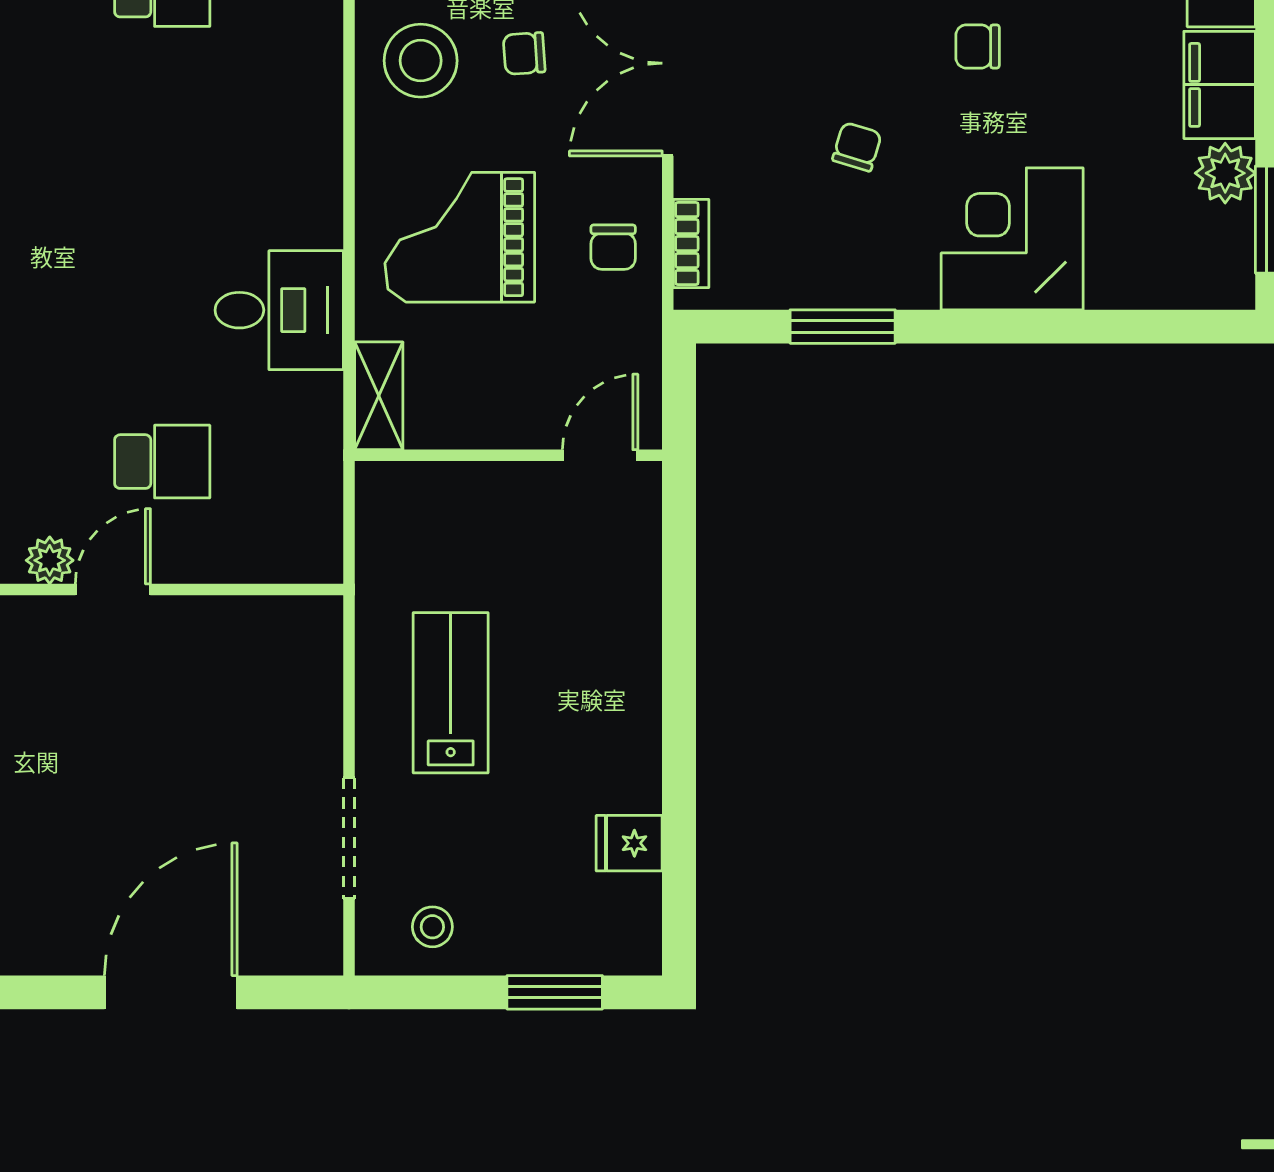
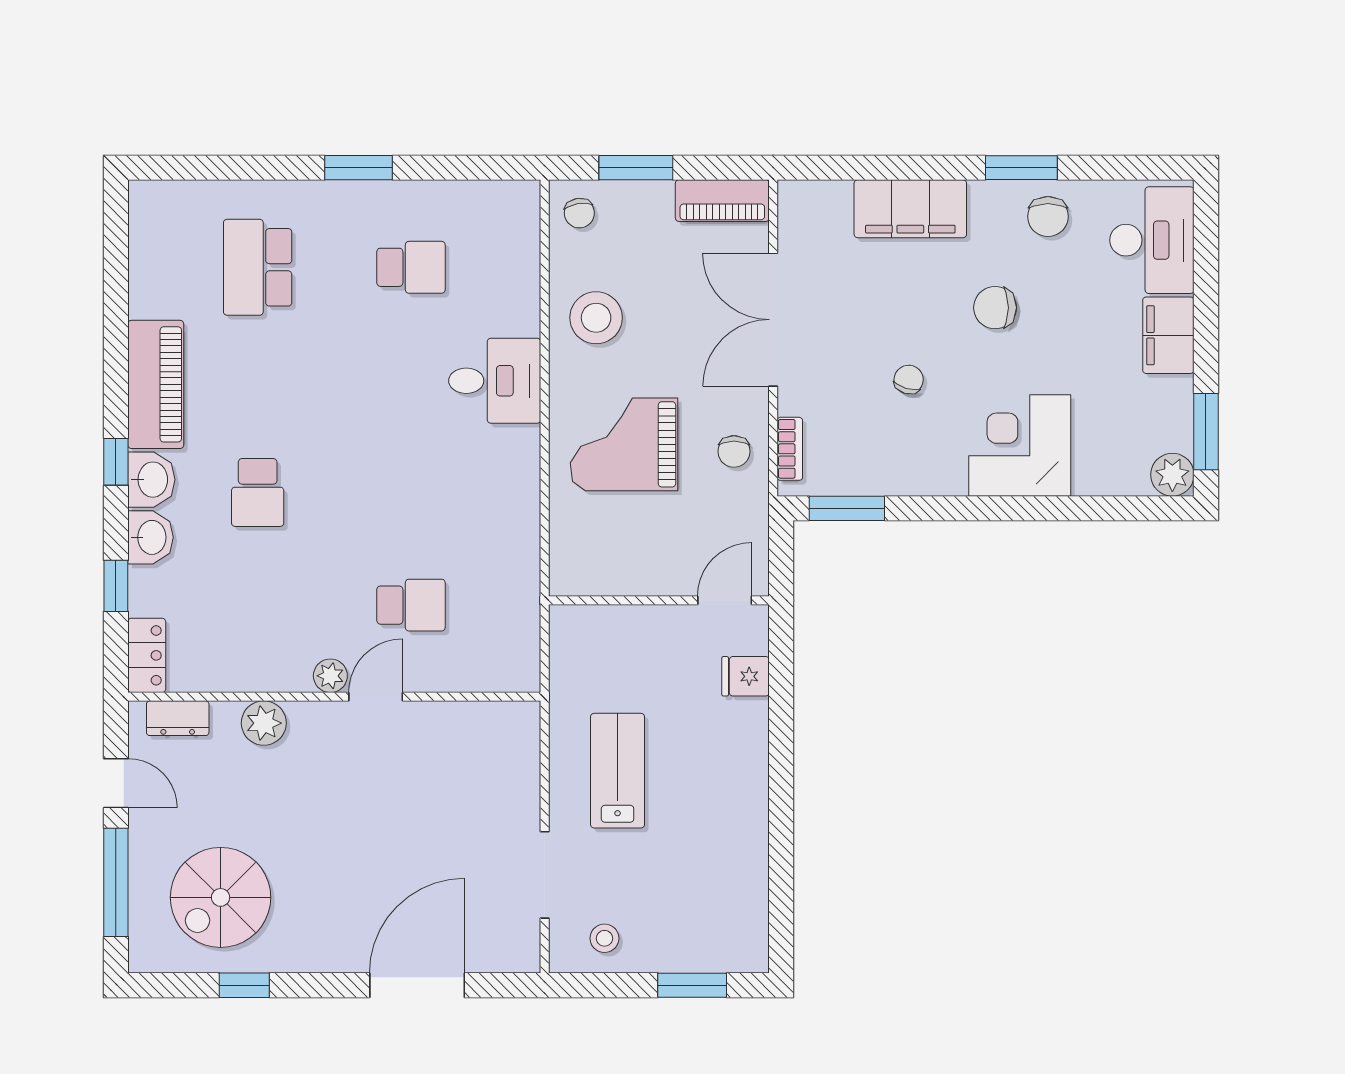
chair: (978, 46) -> (995, 308), width x1.37, depth x1.37
chair: (524, 53) -> (670, 313), removed
plant: (1225, 173) -> (1172, 475), moved
desk: (279, 310) -> (495, 381), moved
window: (843, 327) -> (847, 508), moved
shelving: (379, 396) -> (566, 558), removed
fridge: (629, 843) -> (745, 676), moved

